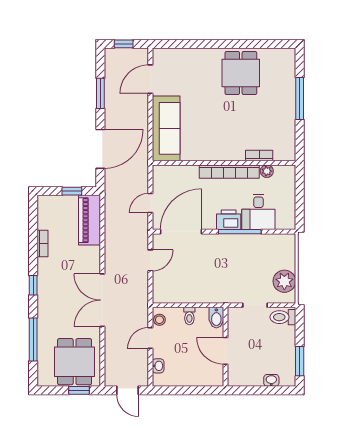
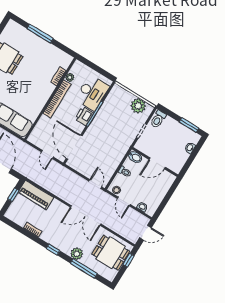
desk: (258, 212) -> (92, 93), width x1.37
door: (150, 260) -> (95, 184), moved
plant: (46, 319) -> (77, 254), added

